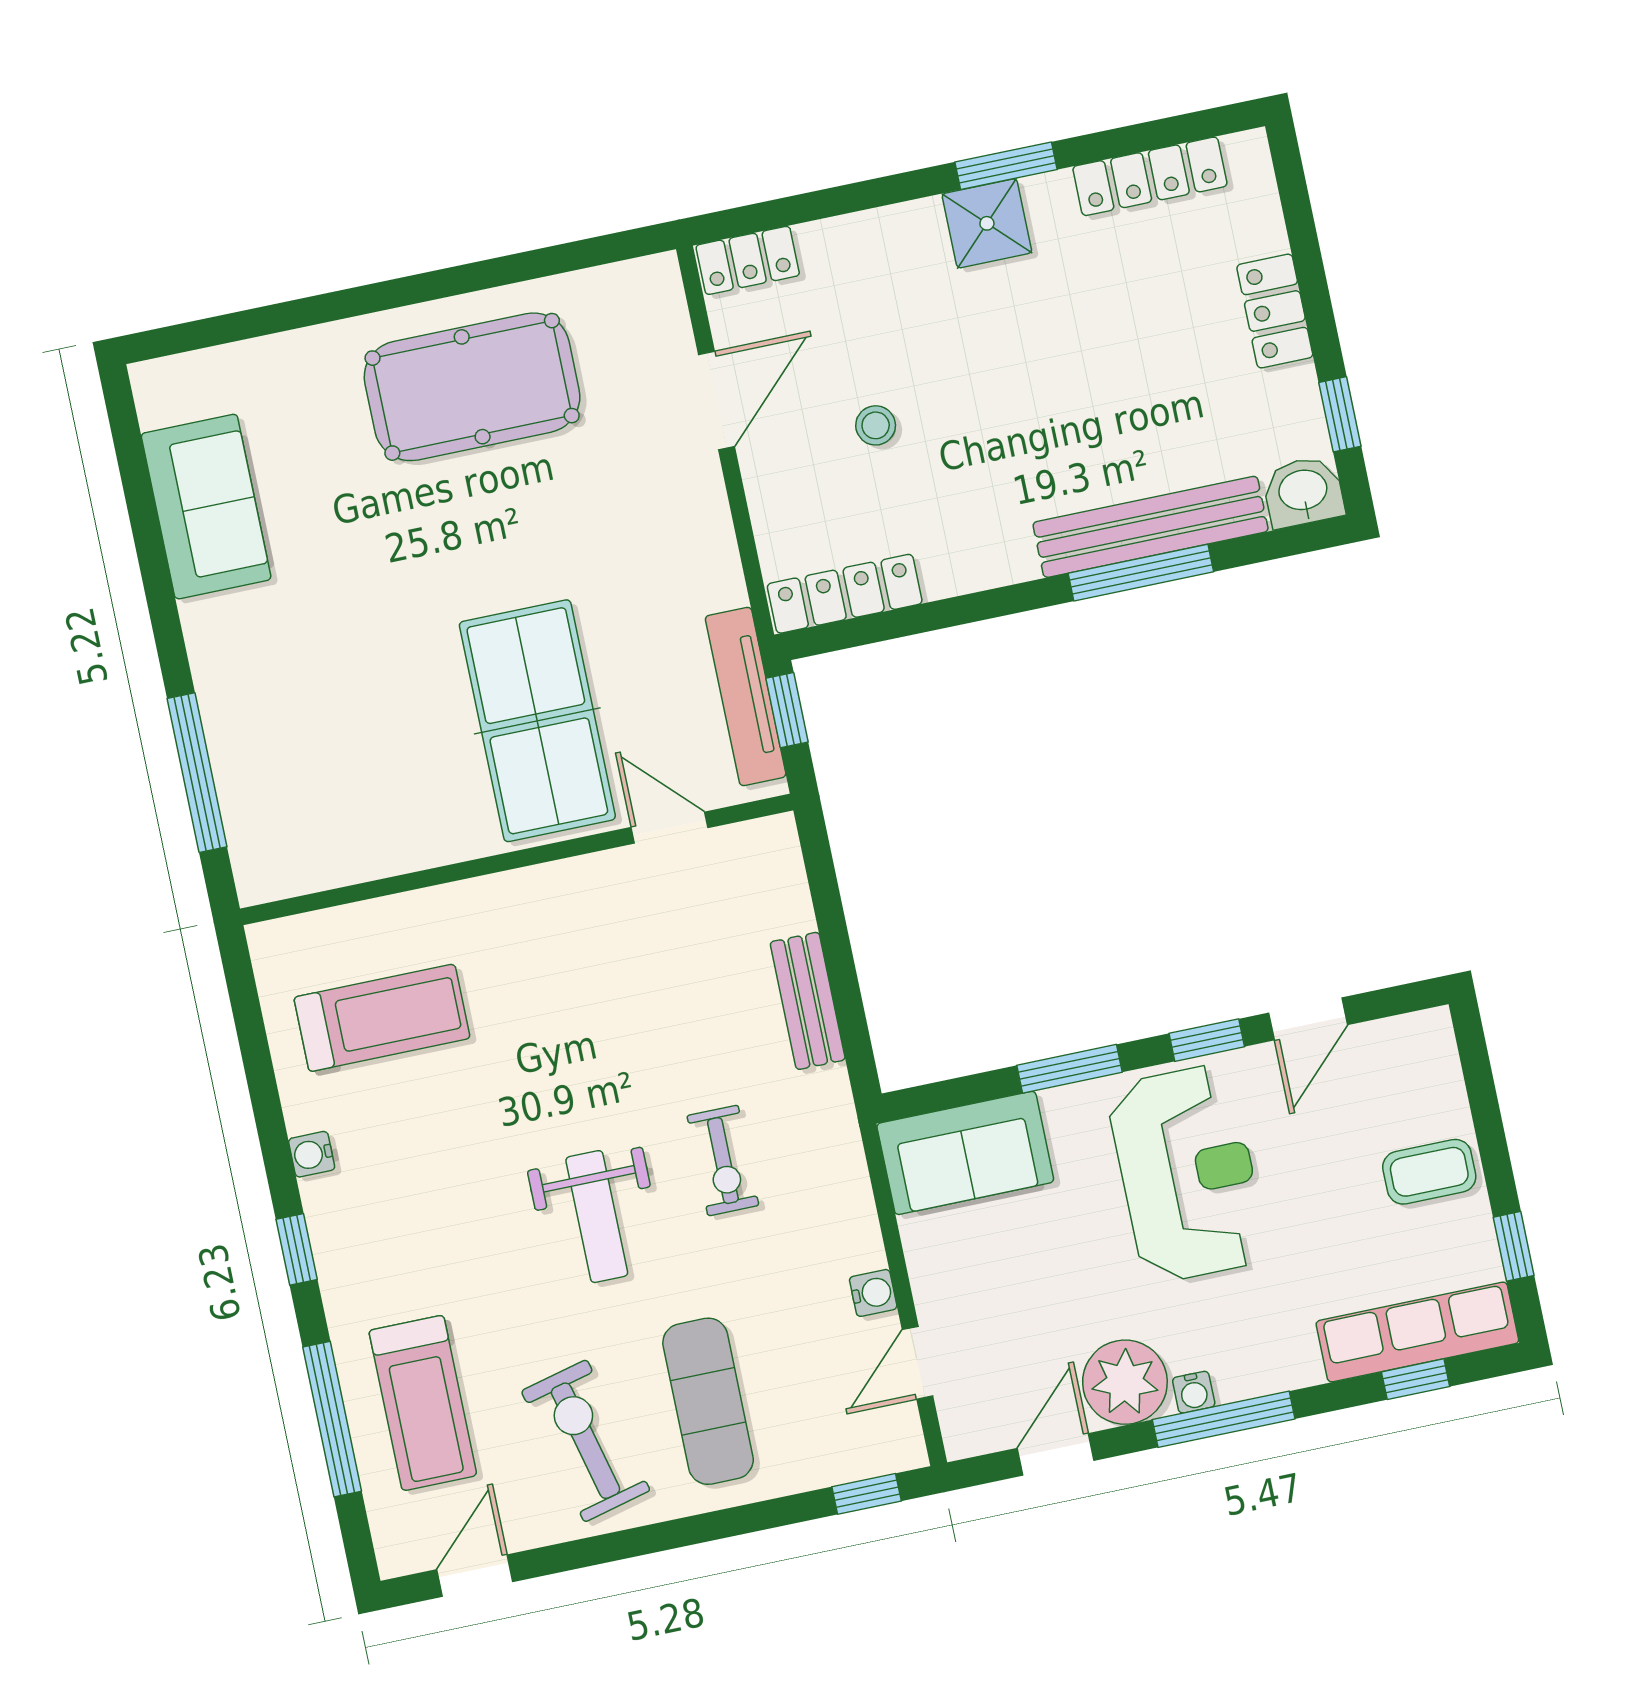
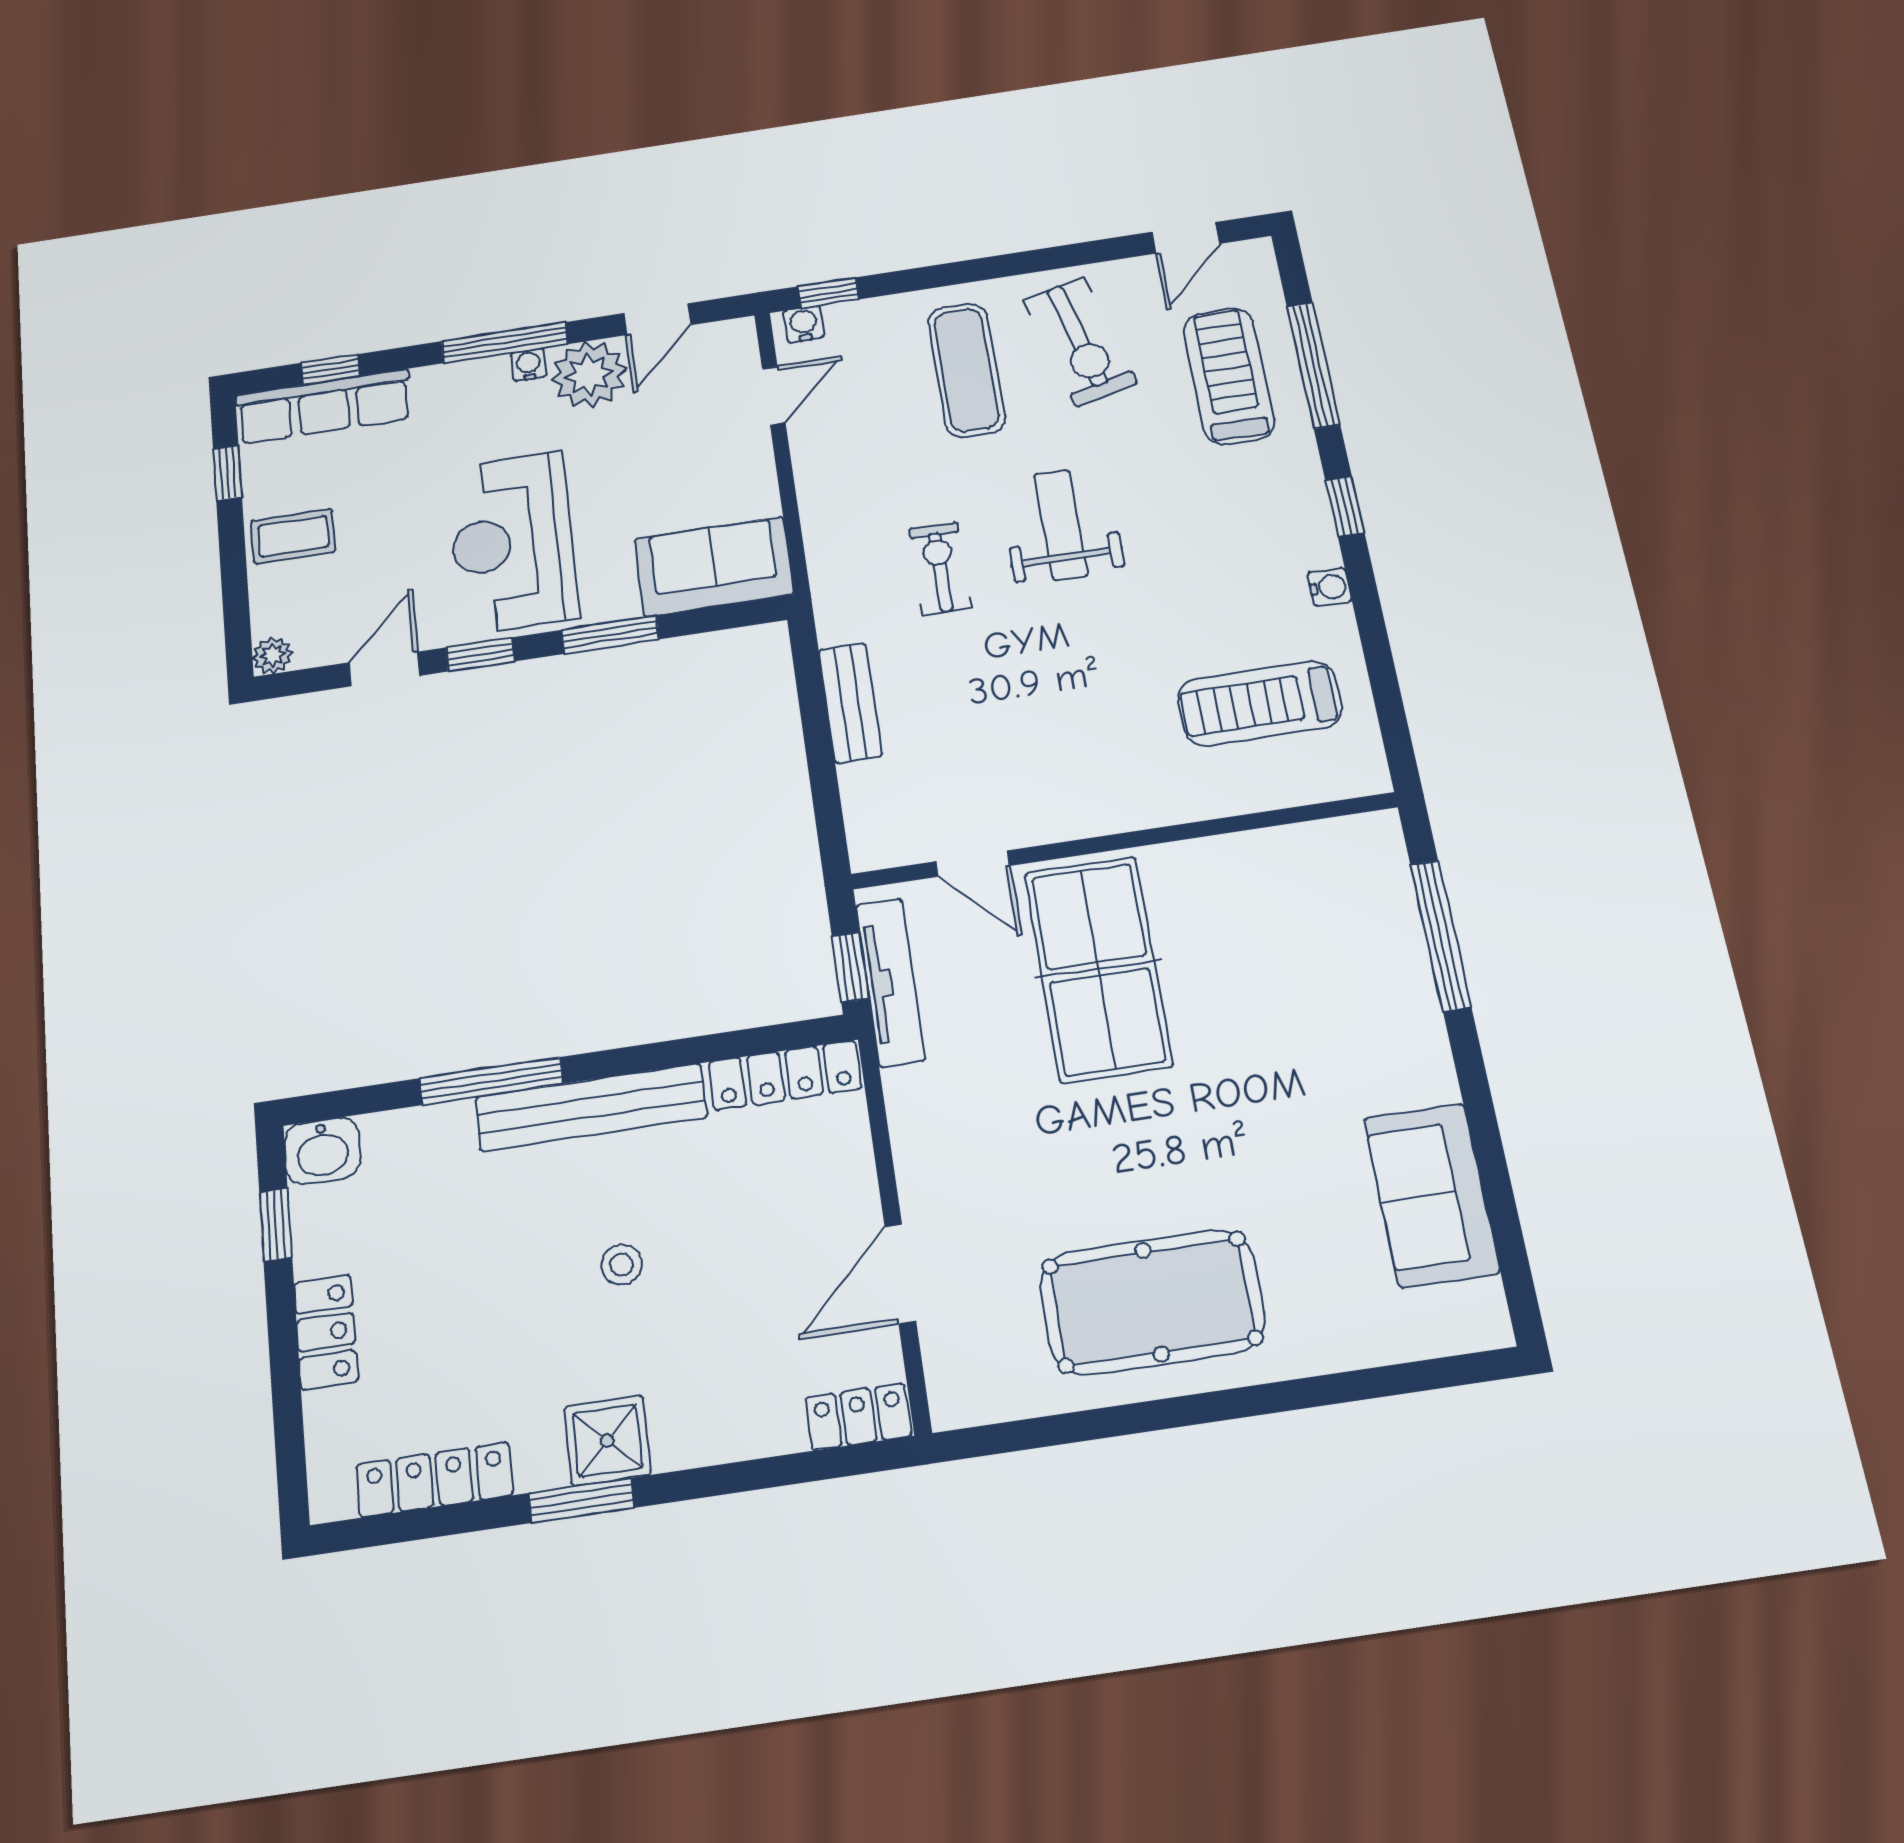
stool: (876, 425) -> (622, 1265), moved
bench: (1151, 527) -> (591, 1107), moved
plant: (1432, 1030) -> (272, 655), added
water cooler: (873, 1293) -> (804, 324), moved, turned 90

